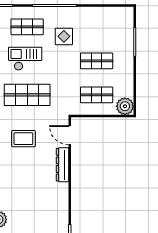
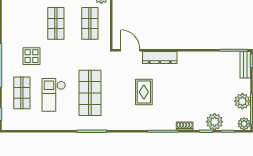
door: (70, 135) -> (130, 50), swing flipped
rug: (23, 139) -> (144, 92), moved

